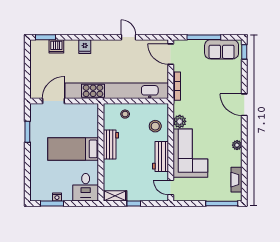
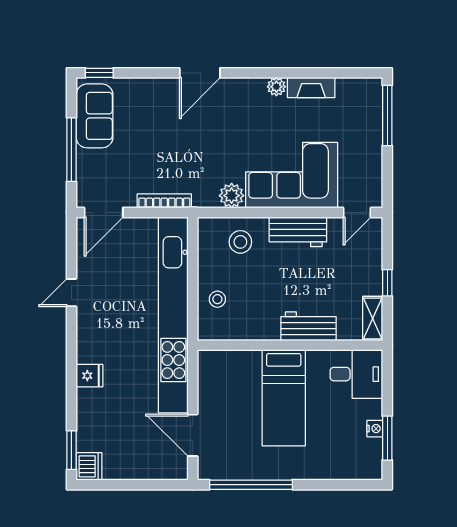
dishwasher: (56, 46) -> (89, 466), moved
window: (27, 132) -> (251, 485), width x2.11
workbench: (111, 145) -> (309, 326), moved
fireplace: (236, 180) -> (311, 88), moved

